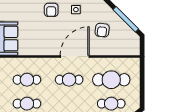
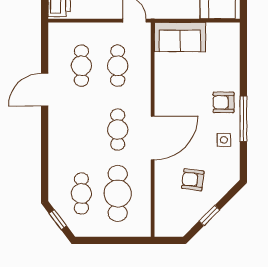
window: (126, 19) -> (209, 215), width x0.46
door: (75, 57) -> (153, 138), hinge flipped

